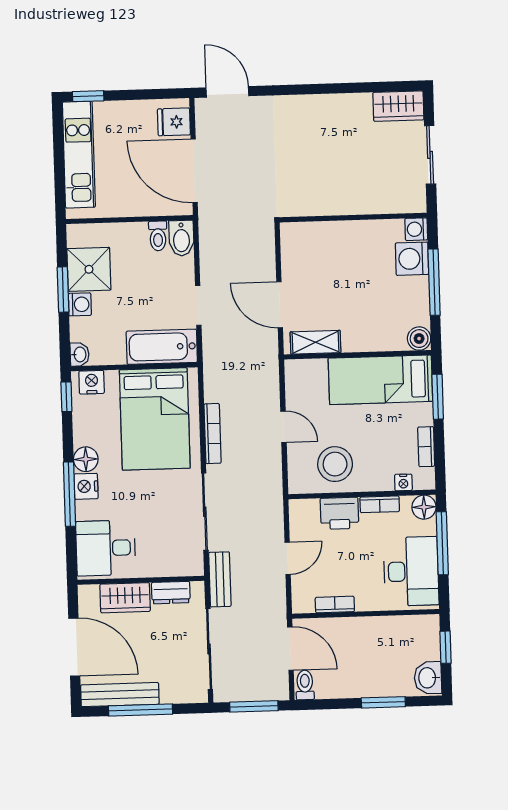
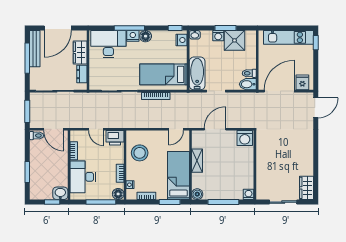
washing machine: (412, 259) -> (245, 138), moved, turned 180
shelving: (315, 342) -> (197, 161), moved
bed: (155, 419) -> (163, 74), width x0.67
door: (283, 427) -> (176, 129), moved
printer: (339, 513) -> (115, 138), moved, turned -90
desk: (106, 548) -> (108, 44), width x1.37
desk: (411, 571) -> (83, 177), moved, turned 90
bench: (220, 579) -> (87, 97), removed
door: (290, 649) -> (54, 129), hinge flipped
washbasin: (428, 678) -> (60, 193), moved

